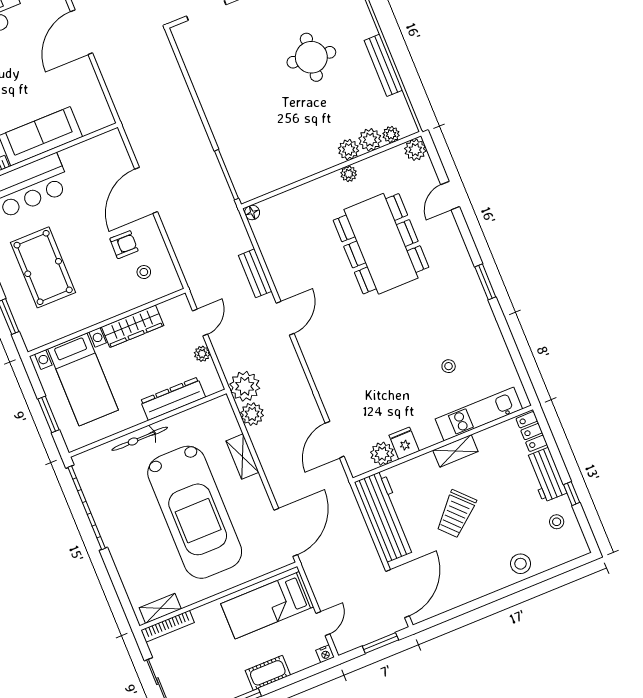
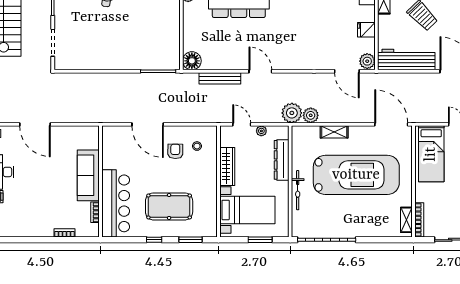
floor lamp: (252, 212) -> (192, 61), width x1.89, depth x1.89
bench: (255, 273) -> (220, 78), width x1.36
plant: (382, 454) -> (367, 61), moved

